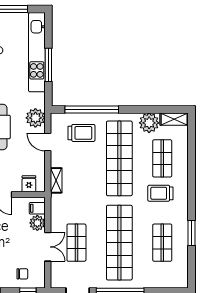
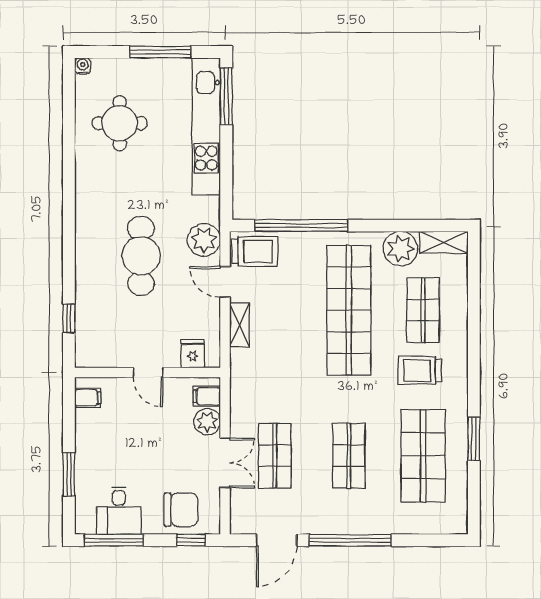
window: (48, 65) -> (226, 96), moved
trolley: (81, 133) -> (255, 251), moved
shelving: (56, 180) -> (240, 325), moved
shop shelf: (119, 243) -> (349, 456), width x0.50, depth x0.74
shop shelf: (162, 243) -> (423, 456), width x1.43, depth x1.36
chair: (22, 274) -> (181, 510), width x1.87, depth x1.87

